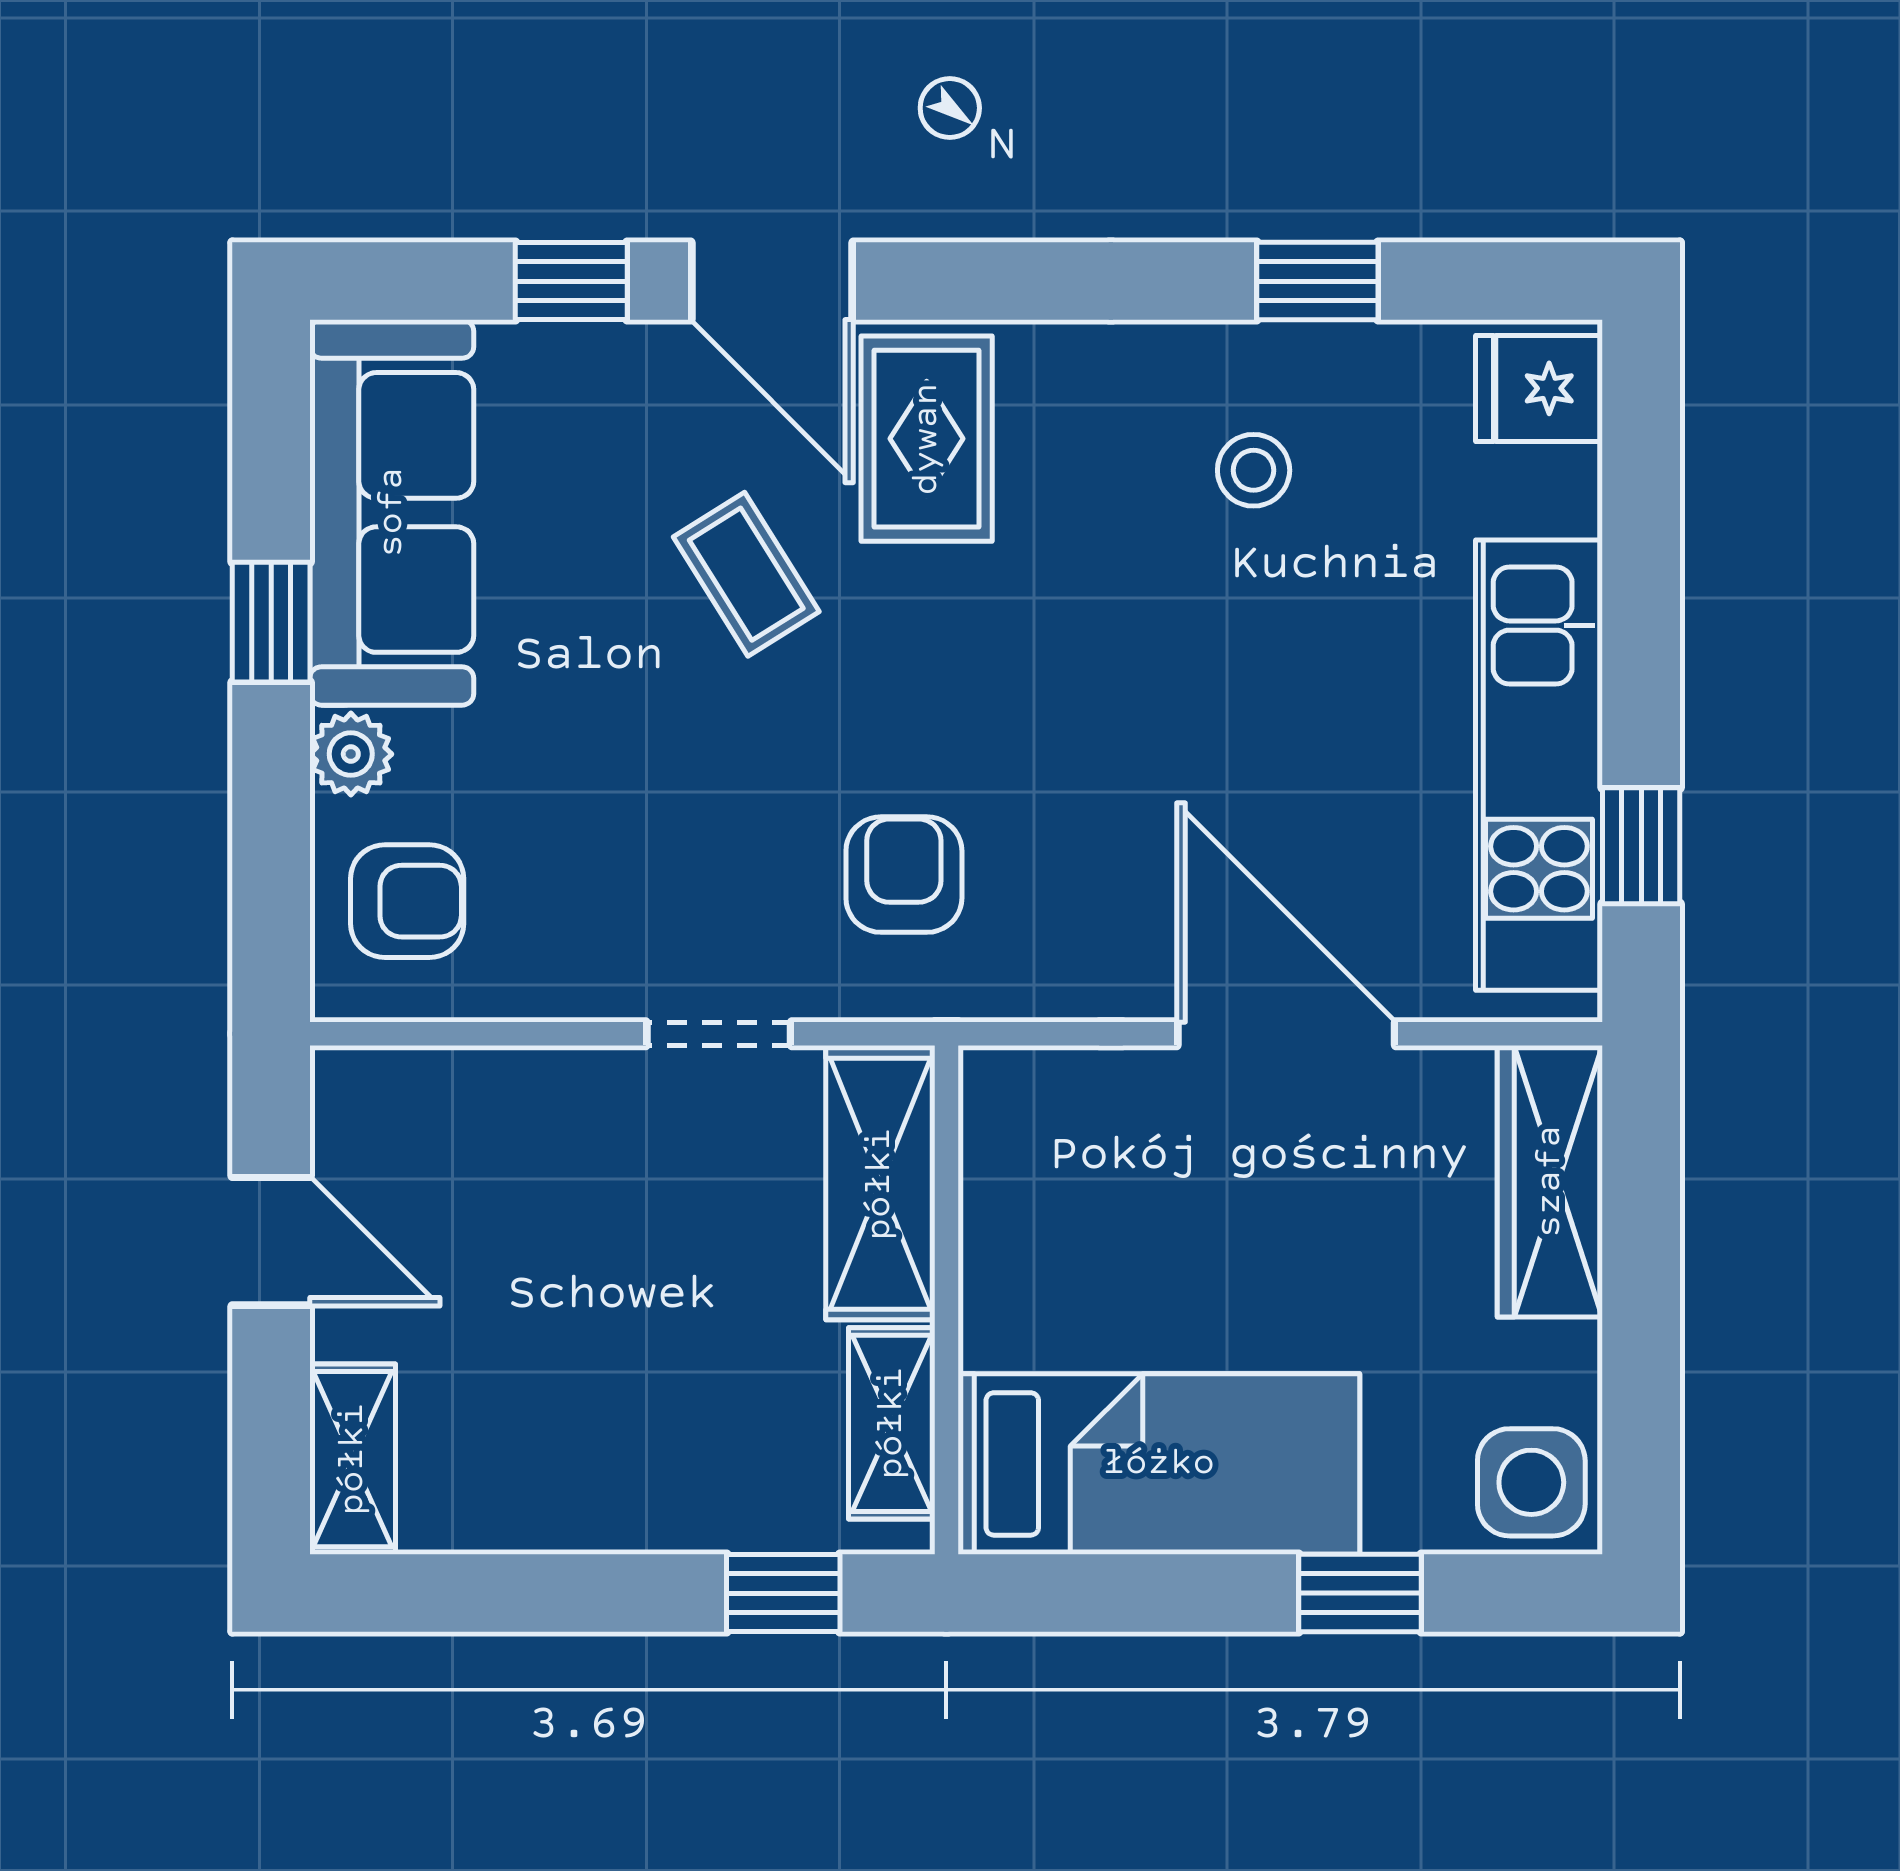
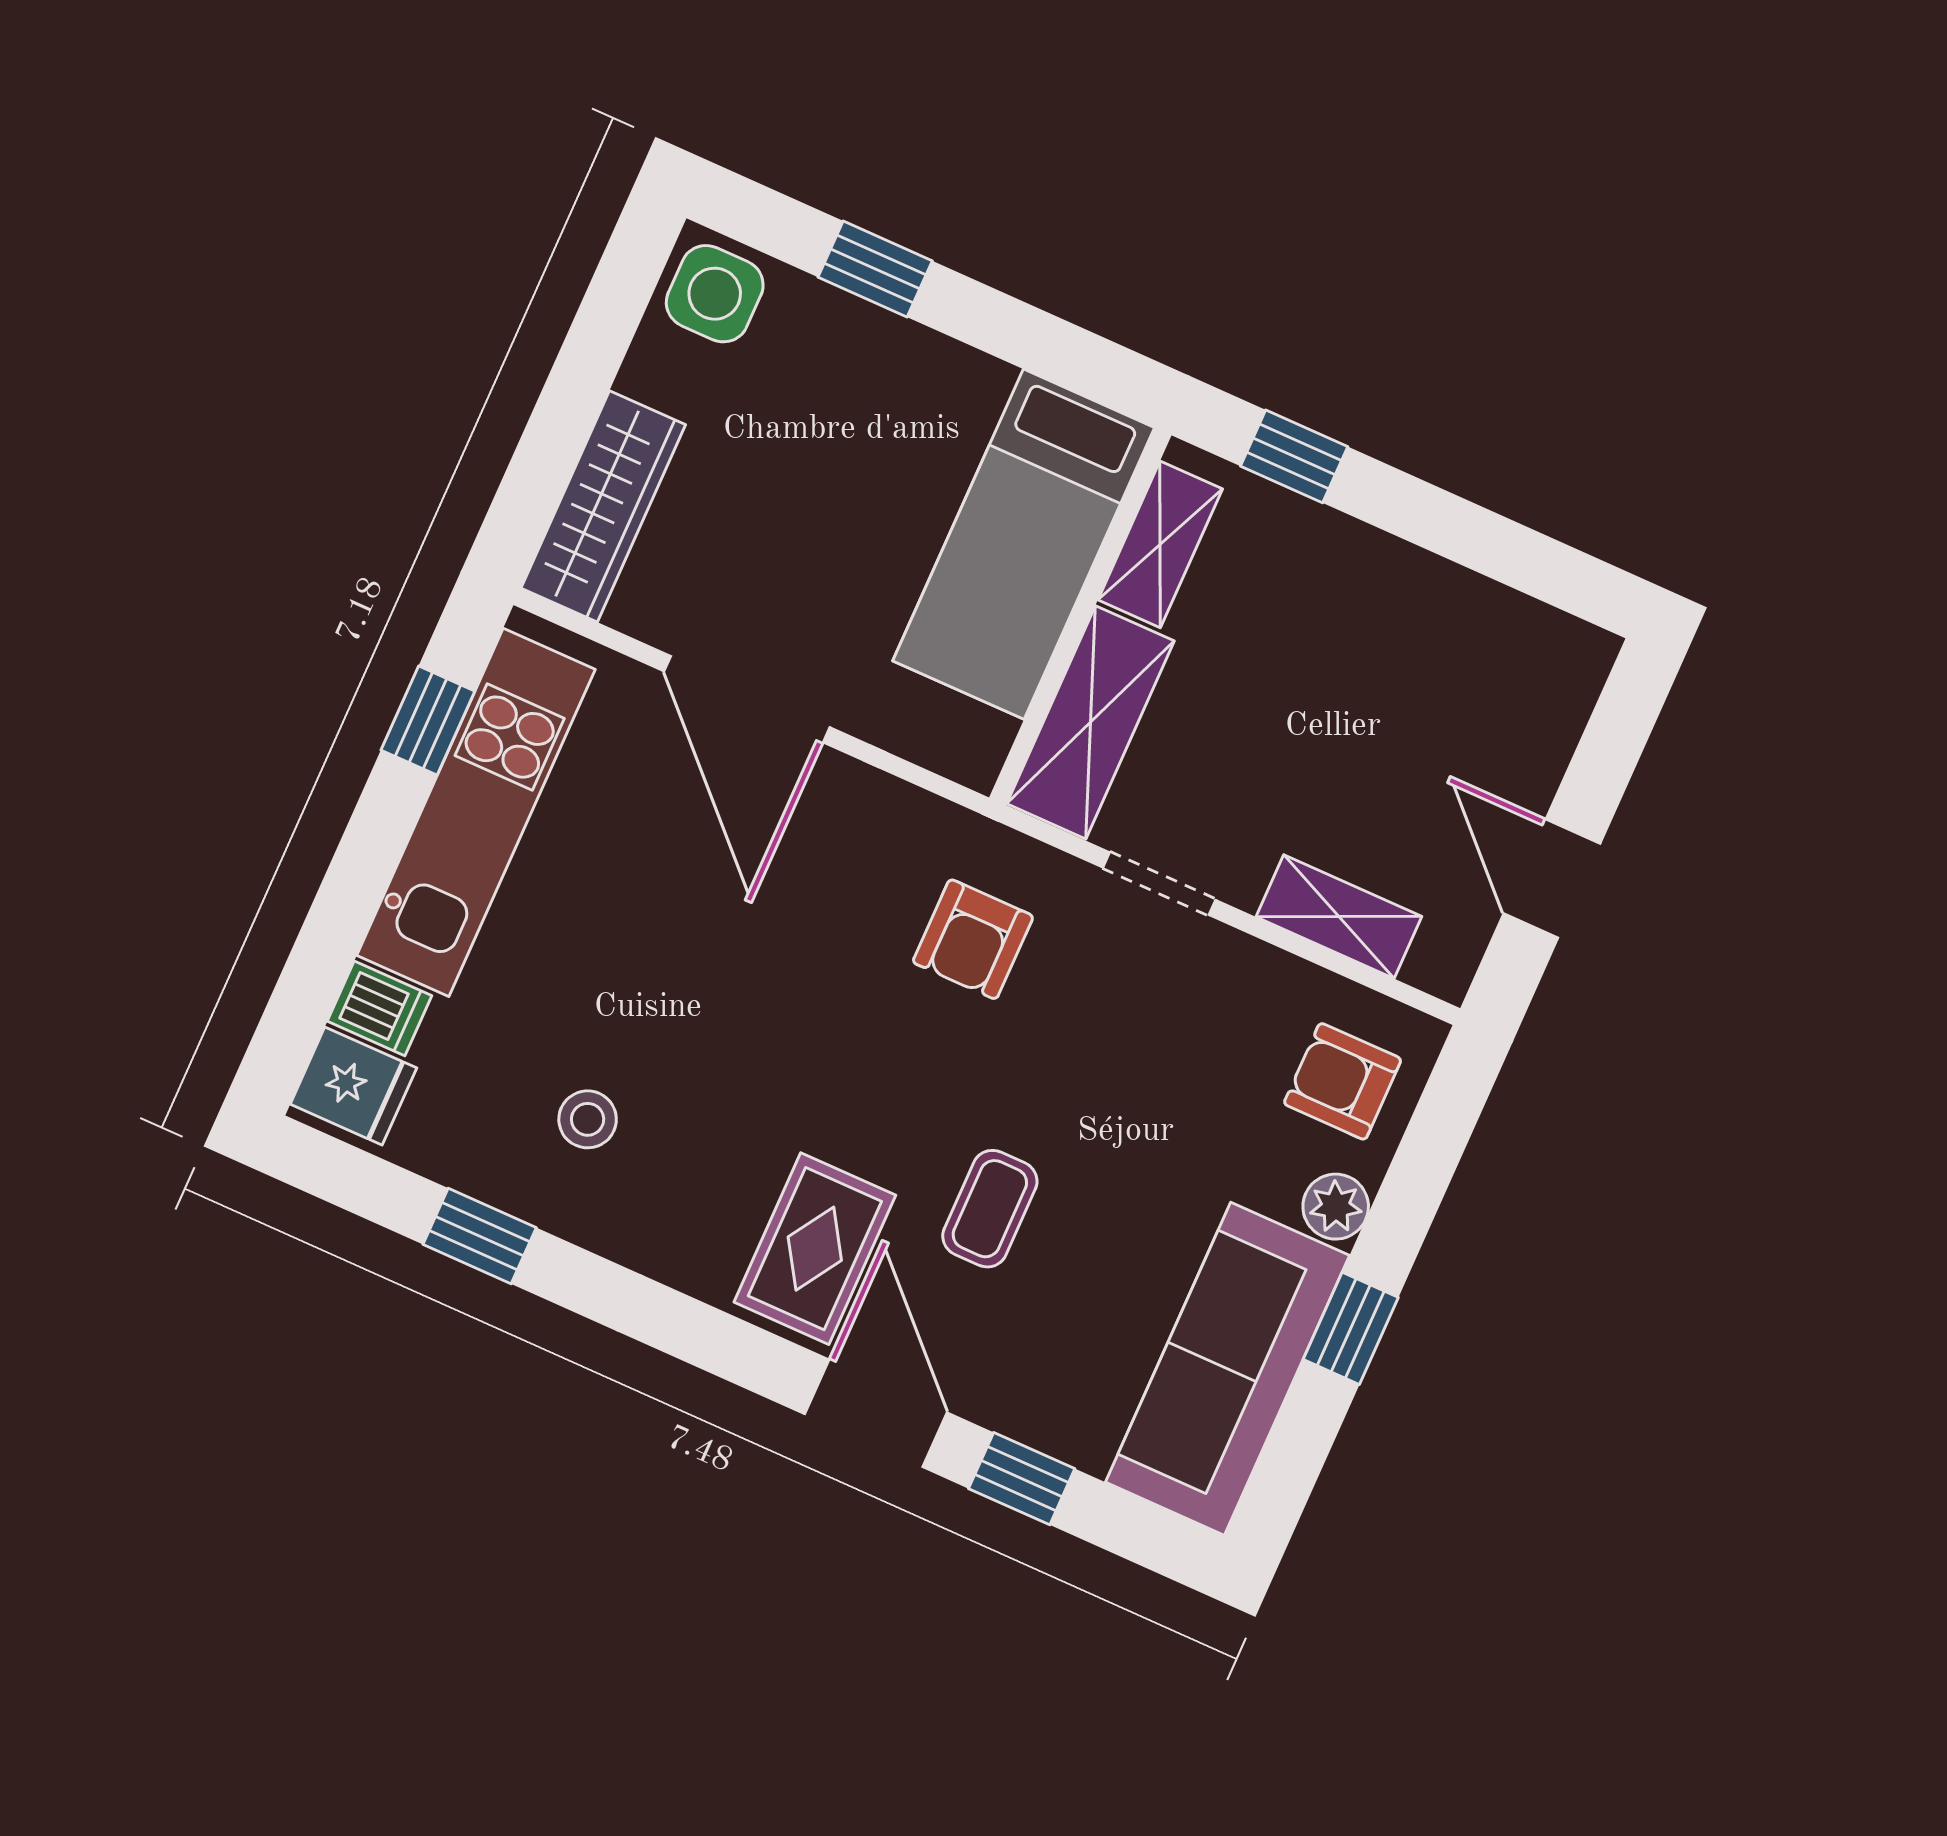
dishwasher: (1549, 491) -> (379, 1008), added
coffee table: (746, 574) -> (990, 1209), turned 32
shelving: (353, 1459) -> (1339, 917), moved, turned 90
bed: (1159, 1464) -> (1024, 544), moved, turned -90

